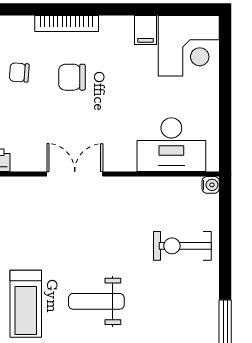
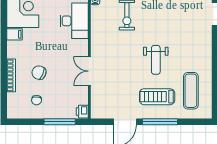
chair: (72, 77) -> (39, 73), turned 114
treadmill: (26, 304) -> (157, 97), turned 180

